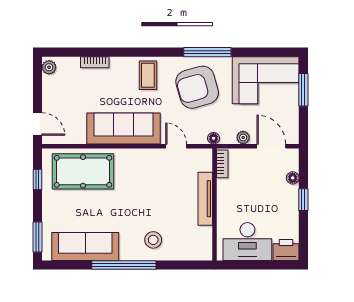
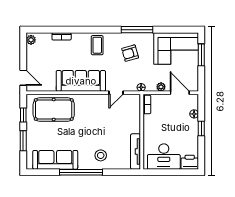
armchair: (197, 87) -> (130, 53), width x0.53, depth x0.53
door: (176, 146) -> (116, 93), swing flipped
tv unit: (205, 199) -> (136, 152), moved
window: (37, 237) -> (23, 141), moved

